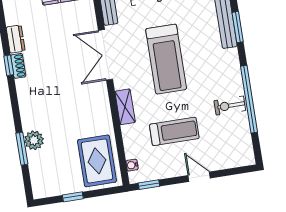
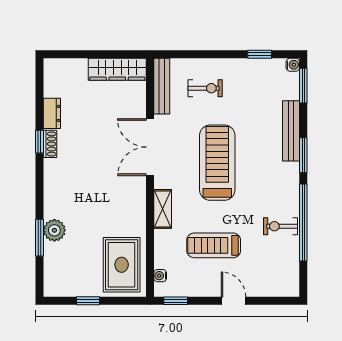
window: (238, 27) -> (303, 155), moved
treadmill: (166, 59) -> (217, 163), turned 180
treadmill: (174, 131) -> (214, 245), turned 180

